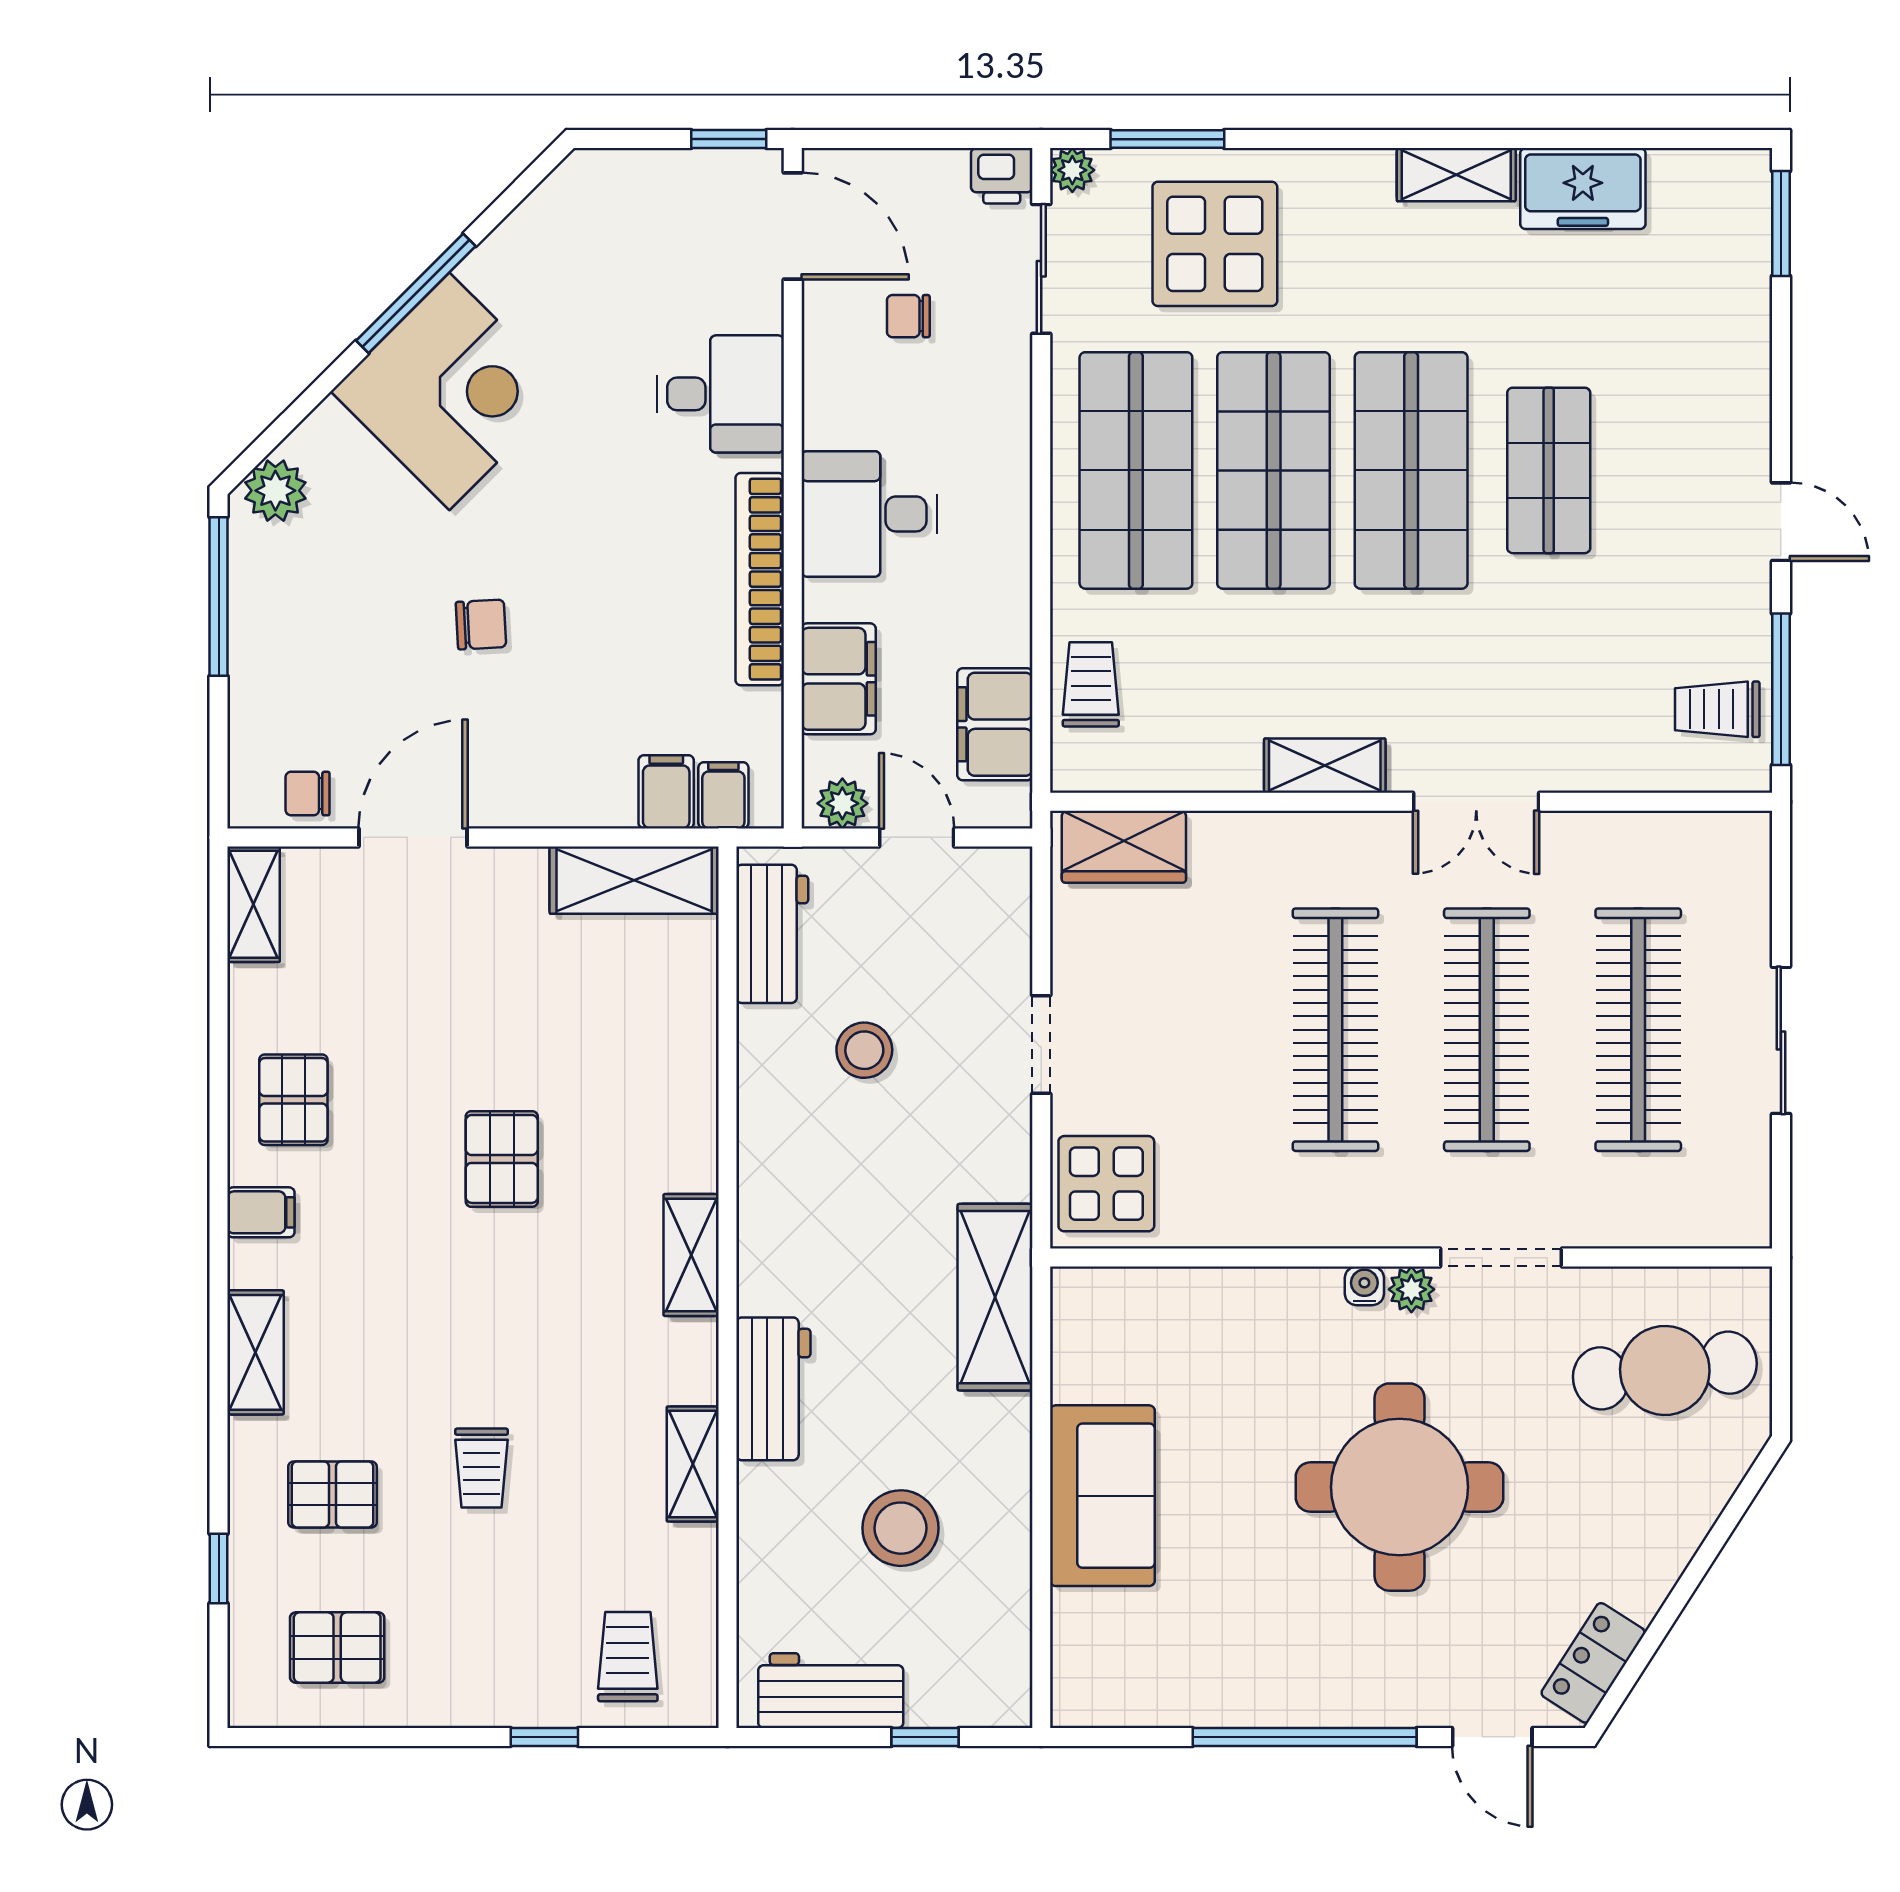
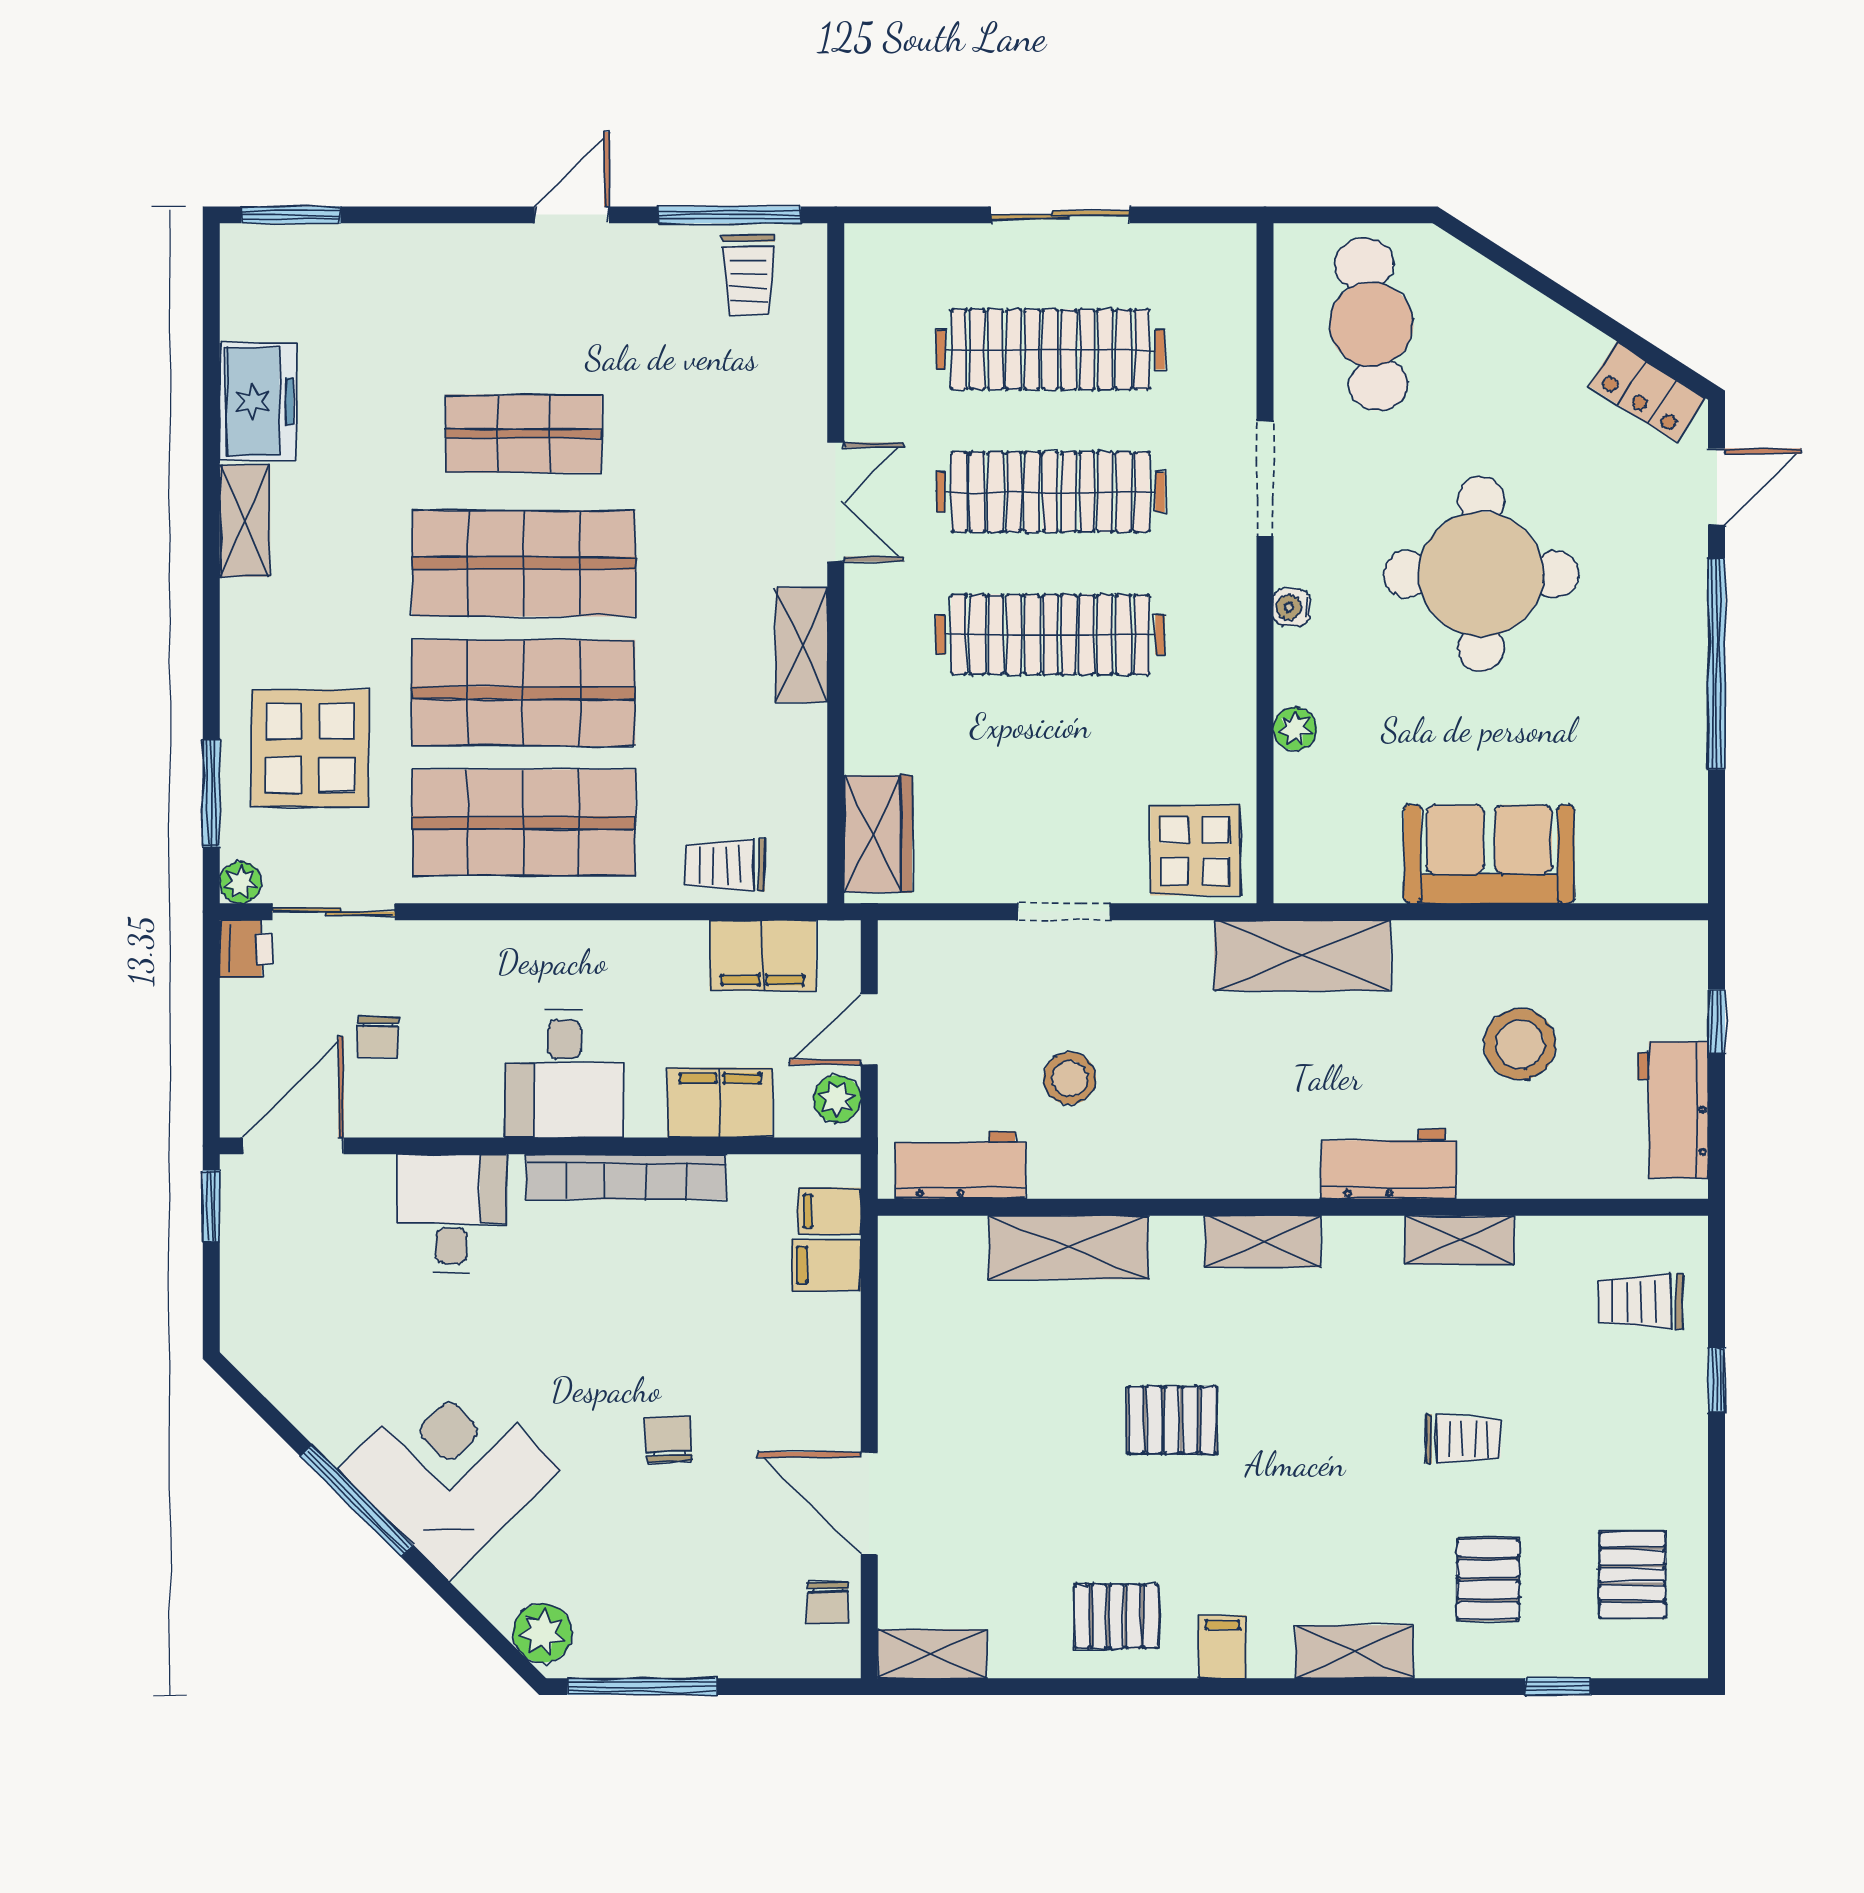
shelving: (634, 880) -> (1069, 1247), moved, turned 90
plant: (1411, 1289) -> (1295, 729), moved

